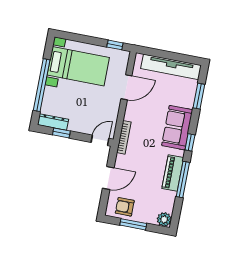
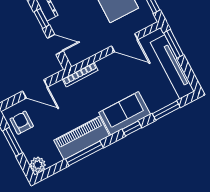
window: (155, 53) -> (174, 44), added
door: (100, 140) -> (55, 45), moved
window: (190, 142) -> (132, 128), moved
piano: (173, 173) -> (82, 138), width x1.37, depth x1.33

